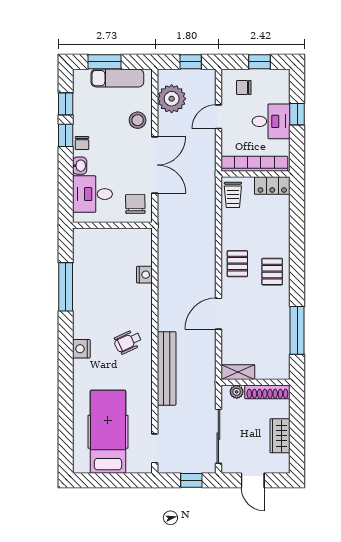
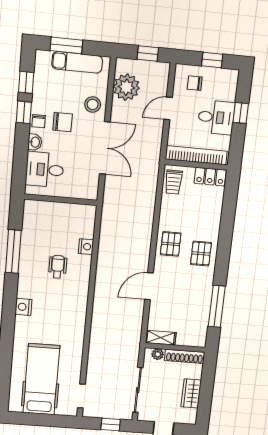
chair: (135, 204) -> (63, 122), moved, turned 91
wheelchair: (128, 342) -> (58, 267), moved, turned 115
bench: (167, 368) -> (98, 330), removed

